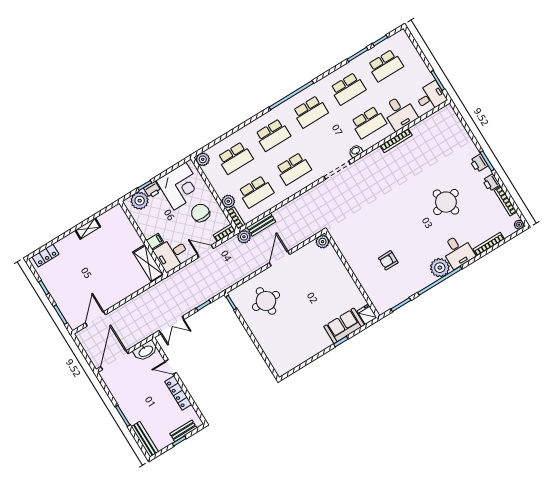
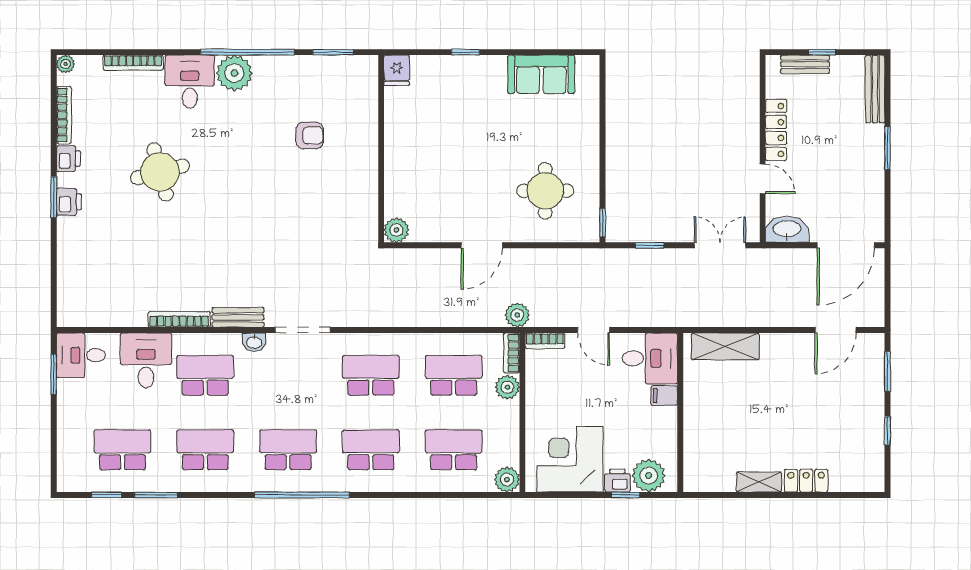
chair: (200, 213) -> (563, 396), removed
bench: (261, 225) -> (238, 317), moved
locker: (45, 255) -> (806, 481), moved
shelving: (148, 263) -> (725, 346), moved, turned 90
sofa: (344, 326) -> (541, 74), moved

